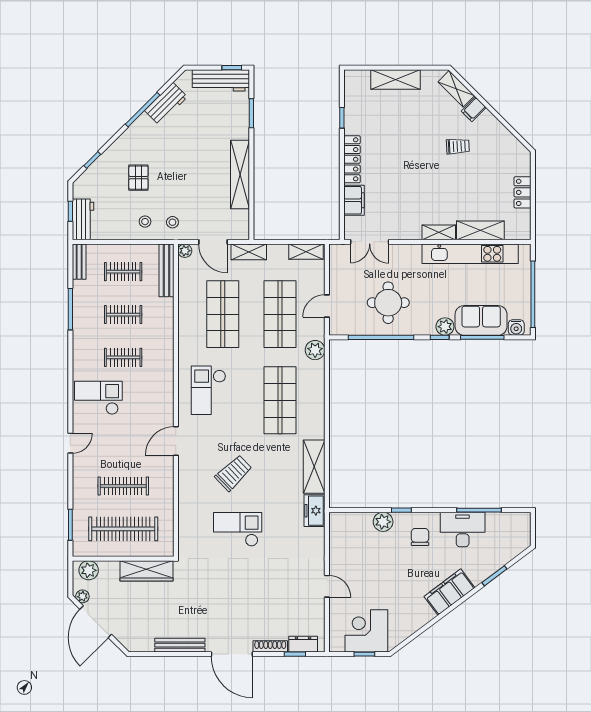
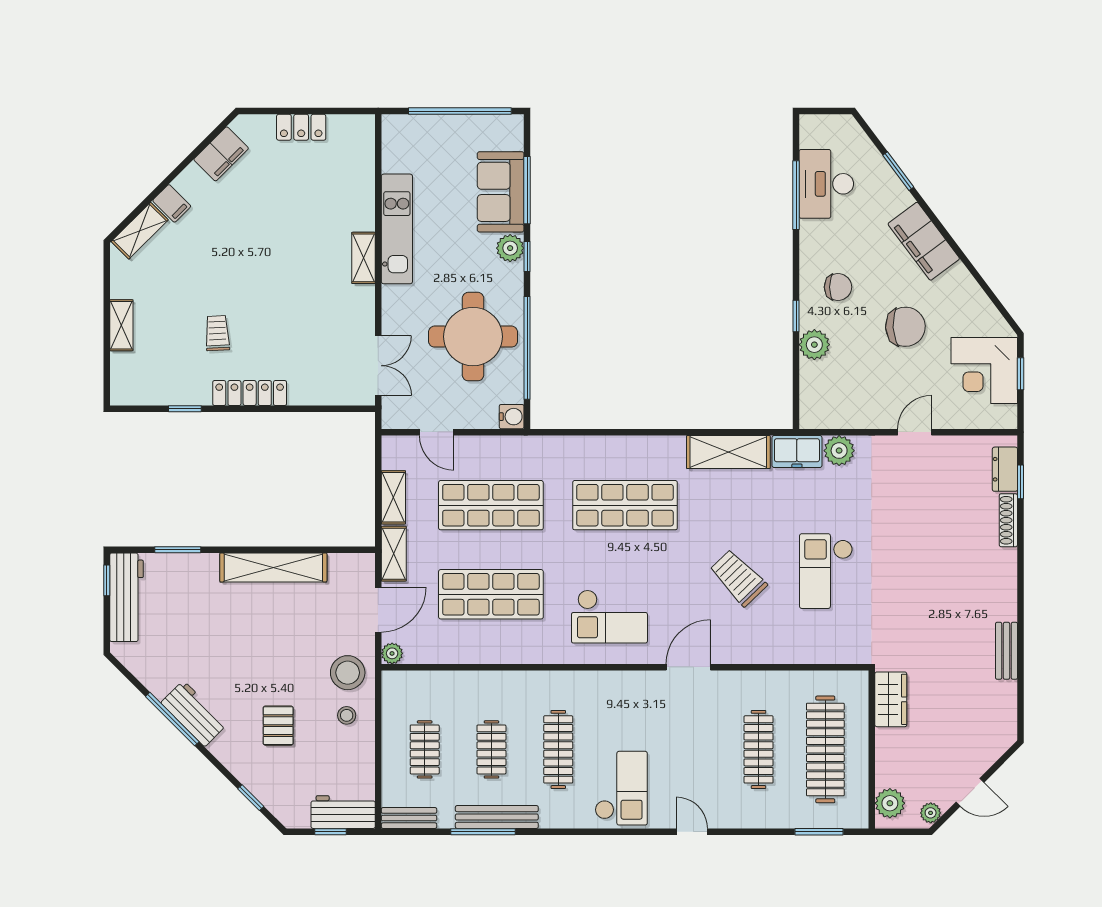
shelving: (395, 79) -> (121, 325), width x0.67, depth x0.75
workbench: (166, 104) -> (194, 714), moved
trolley: (458, 146) -> (217, 333), moved
pallet: (138, 178) -> (278, 726), turned 90
filing cabinet: (354, 200) -> (221, 154), moved, turned 135
stool: (172, 222) -> (348, 673), width x1.89, depth x1.89
shelving: (480, 230) -> (360, 193), removed
shelving: (306, 252) -> (393, 497), moved
kitchen unit: (470, 254) -> (397, 229), width x0.73
bench: (166, 270) -> (497, 817), moved
round table: (388, 303) -> (473, 337), width x1.36, depth x1.36
door: (327, 306) -> (437, 432), moved
water cooler: (516, 327) -> (512, 417), moved
plant: (315, 350) -> (839, 451), moved
clothes rail: (123, 357) -> (558, 749), width x1.36
checkout: (98, 398) -> (621, 788), turned 180
door: (176, 441) -> (688, 667), swing flipped
desk: (463, 529) -> (826, 184), moved
chair: (420, 537) -> (838, 287), turned 180
wardrobe: (146, 571) -> (891, 699), width x0.67
chair: (395, 580) -> (905, 327), added
door: (96, 622) -> (970, 792), width x0.53
bench: (180, 645) -> (1006, 651), width x0.73
door: (232, 654) -> (1021, 580), removed

